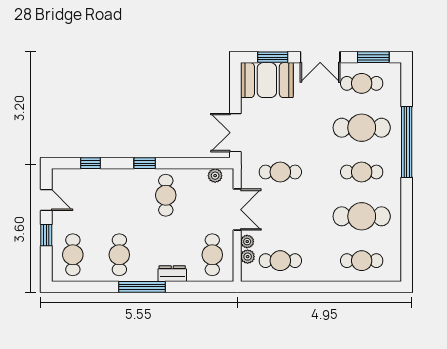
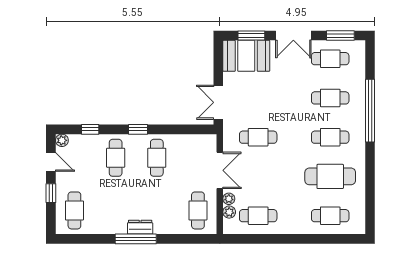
cafe table: (362, 128) -> (330, 98), width x0.73, depth x0.74
plant: (215, 176) -> (62, 140), moved
cafe table: (119, 255) -> (116, 158), moved
dresser: (172, 274) -> (140, 227), moved

